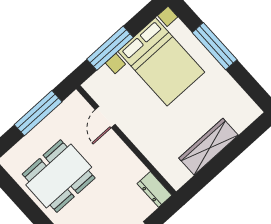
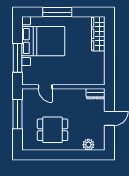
wardrobe: (209, 147) -> (98, 34), moved
dining table: (59, 176) -> (53, 130), width x0.73

